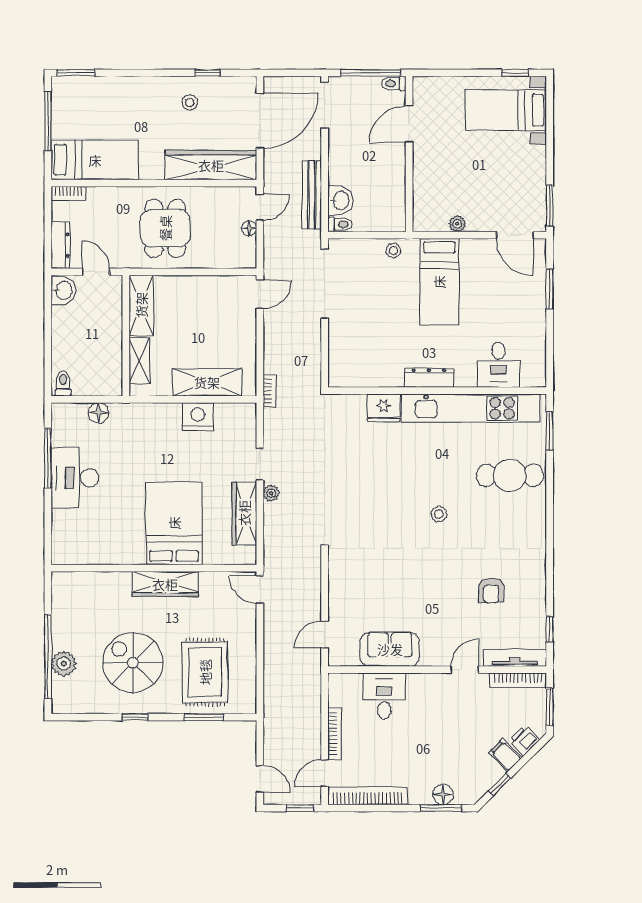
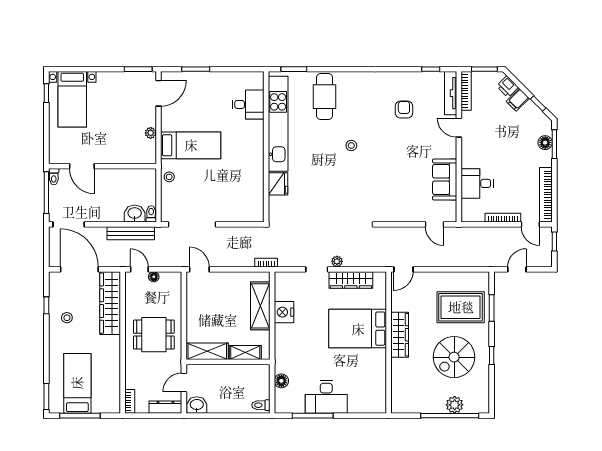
bed: (95, 160) -> (77, 383), moved
dresser: (429, 378) -> (257, 152), removed
armchair: (491, 590) -> (404, 110), turned -90
door: (260, 779) -> (517, 269), moved

